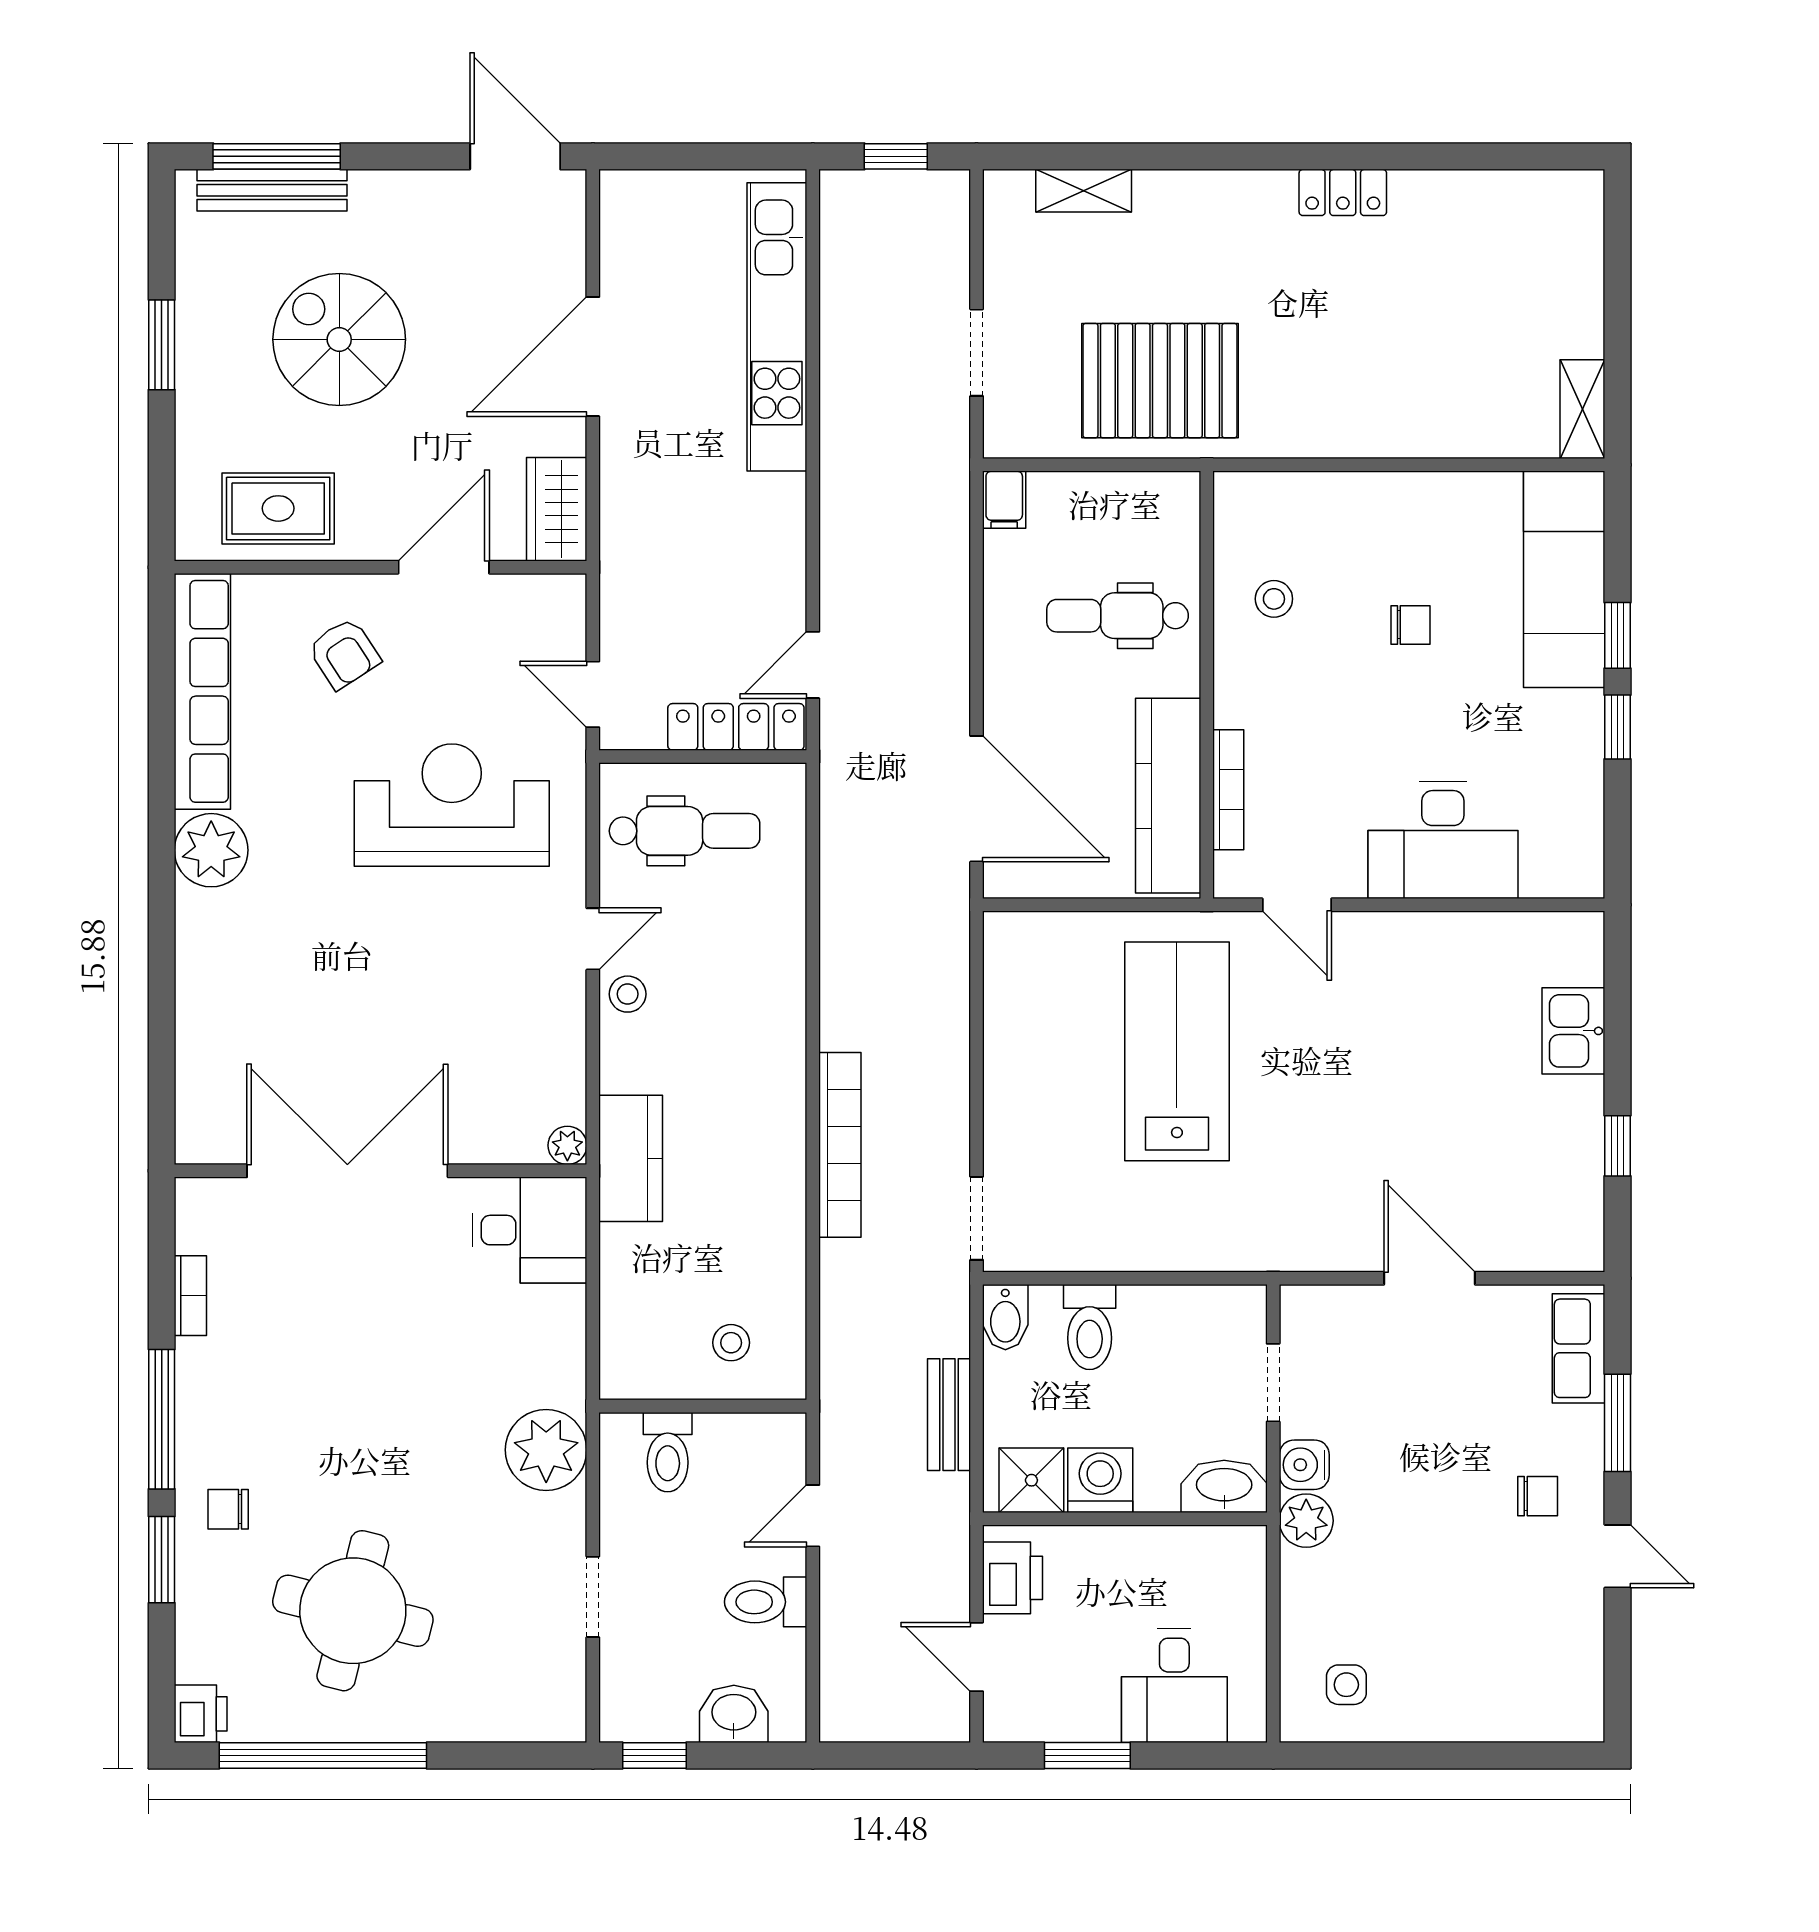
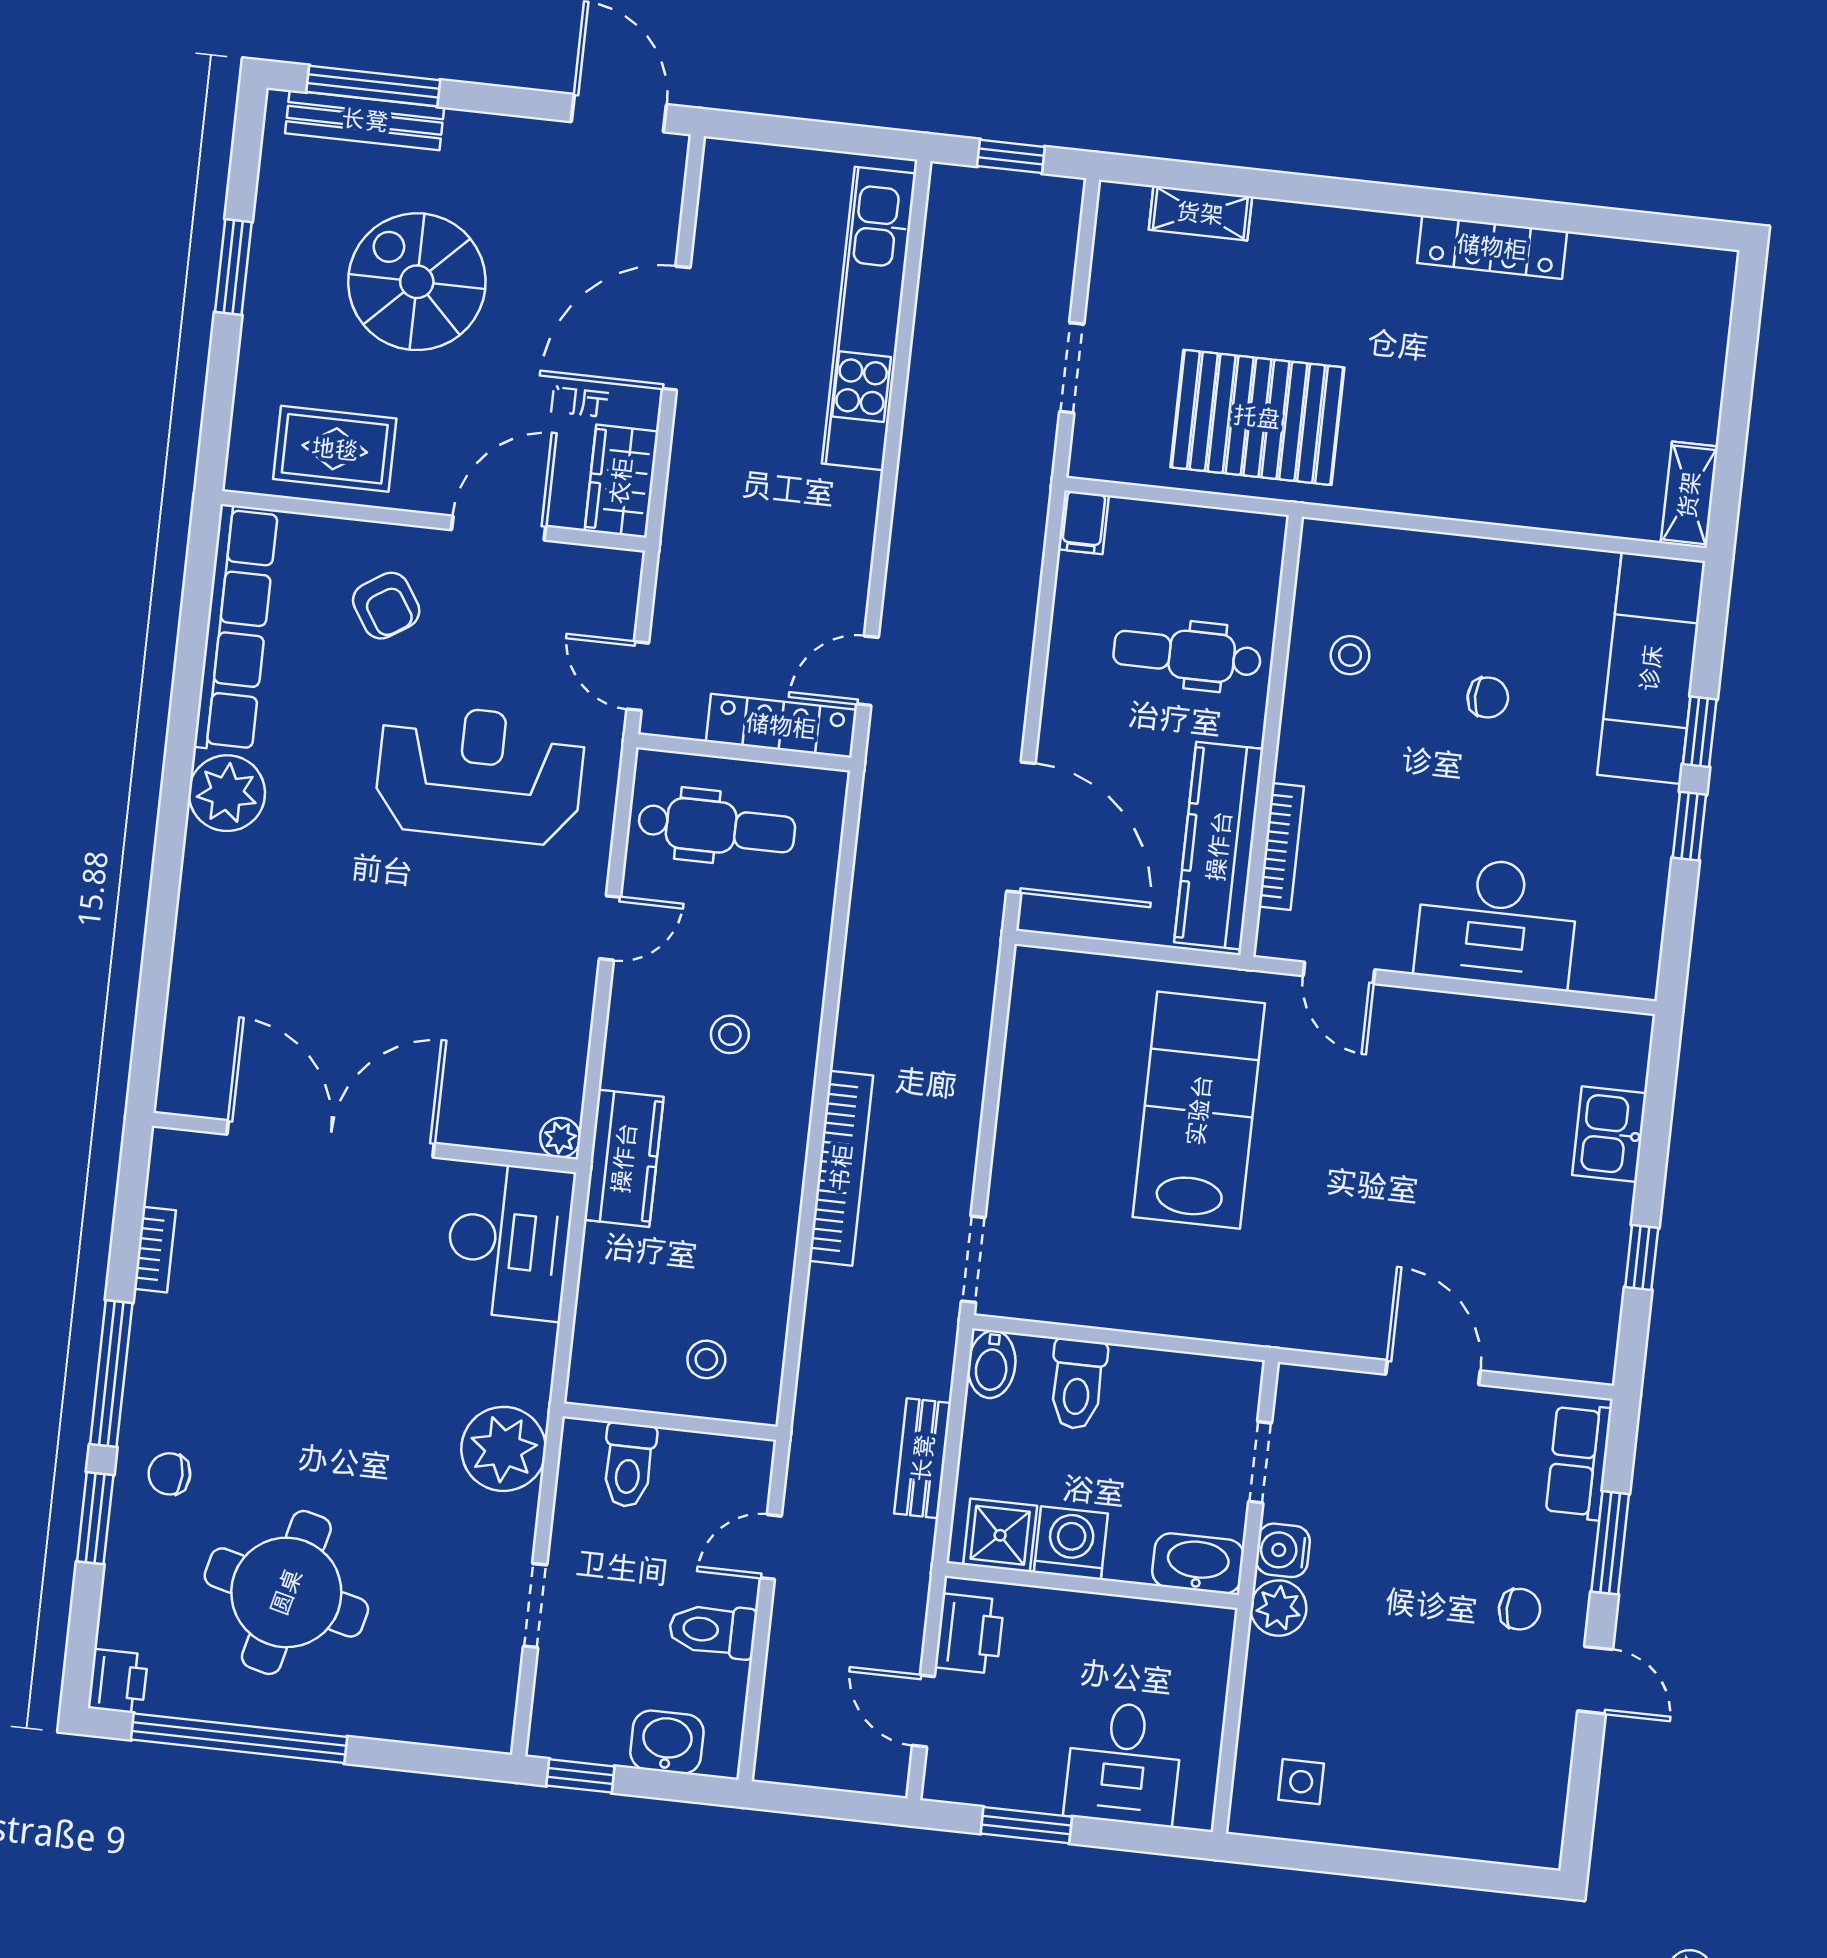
locker: (1343, 192) -> (1492, 247), width x1.53
stool: (628, 994) -> (730, 1034), moved
desk: (529, 1230) -> (509, 1241), width x1.37

